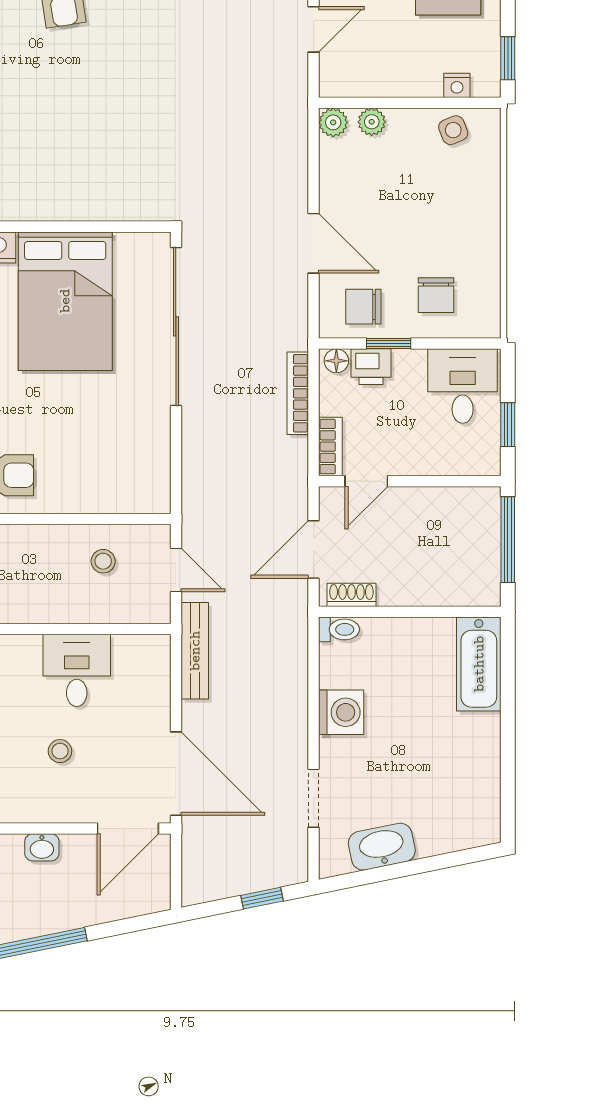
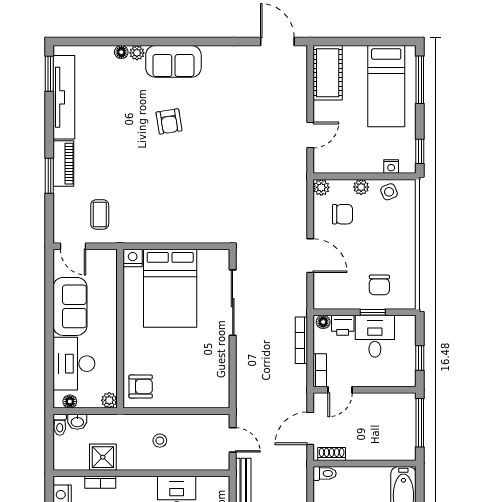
plant: (372, 122) -> (361, 187), moved
chair: (363, 307) -> (342, 214), moved, turned 180
sliding door: (176, 326) -> (233, 303), width x0.73
window: (389, 344) -> (373, 312), moved
desk: (463, 386) -> (375, 336), moved
stool: (103, 561) -> (160, 441), moved

